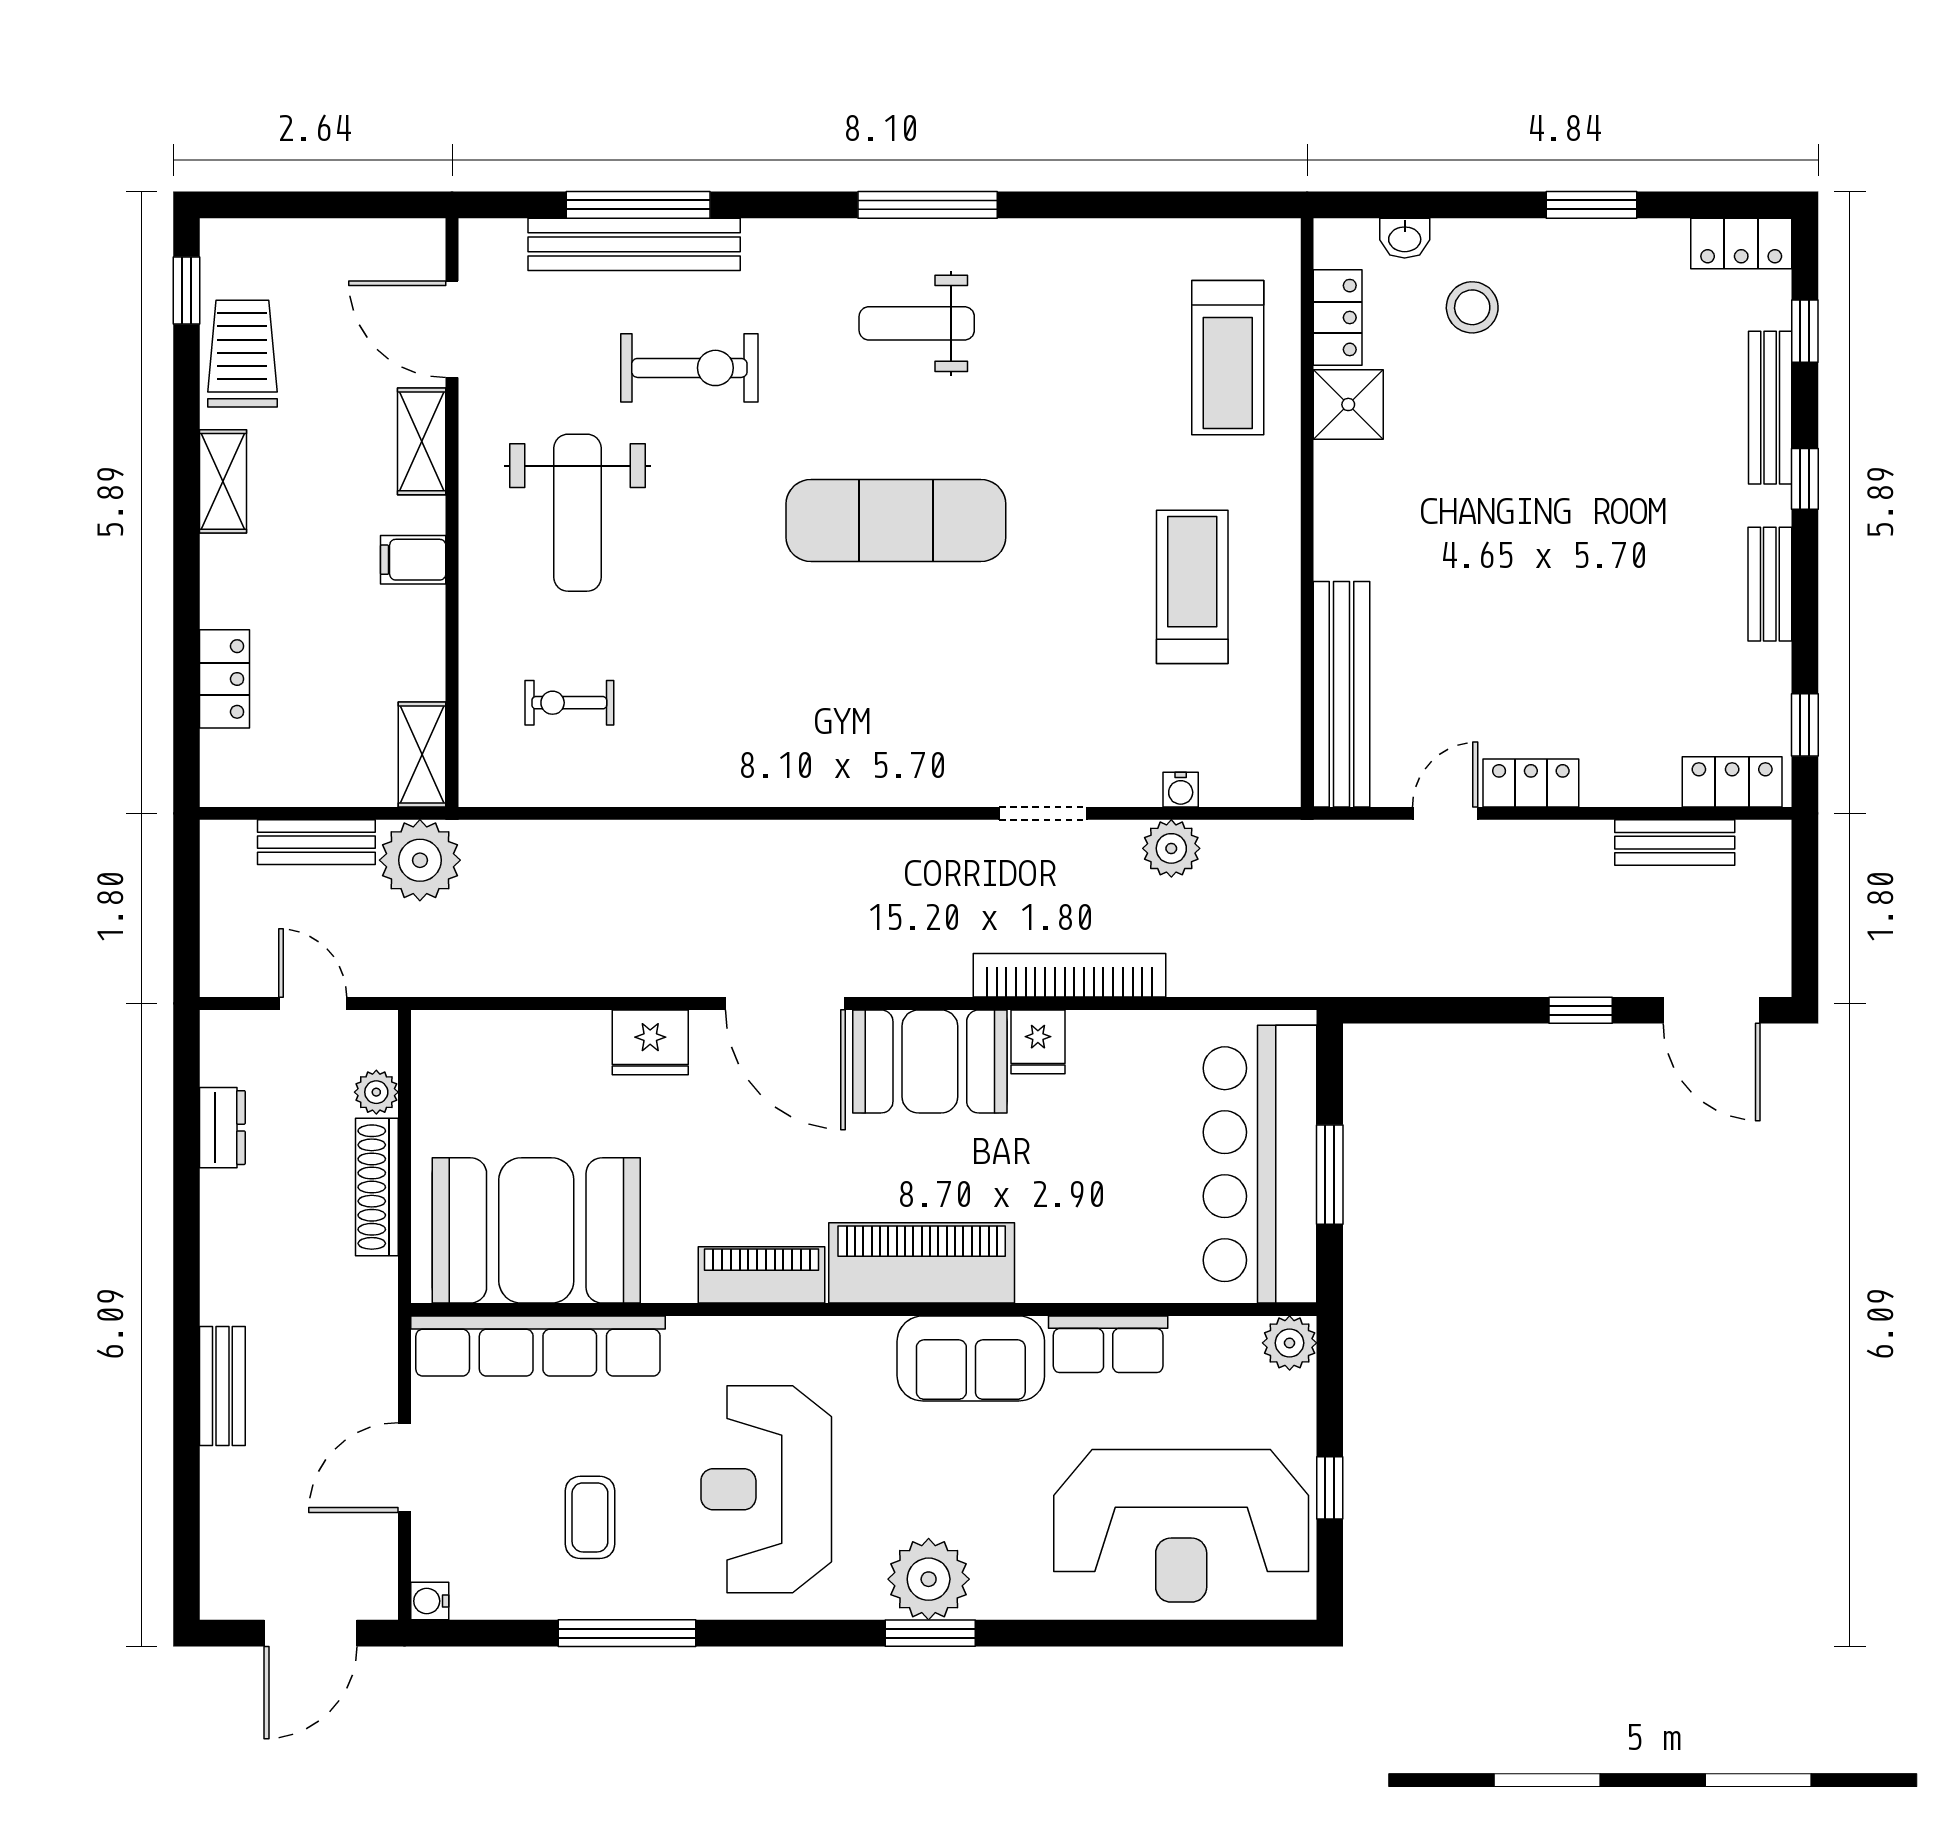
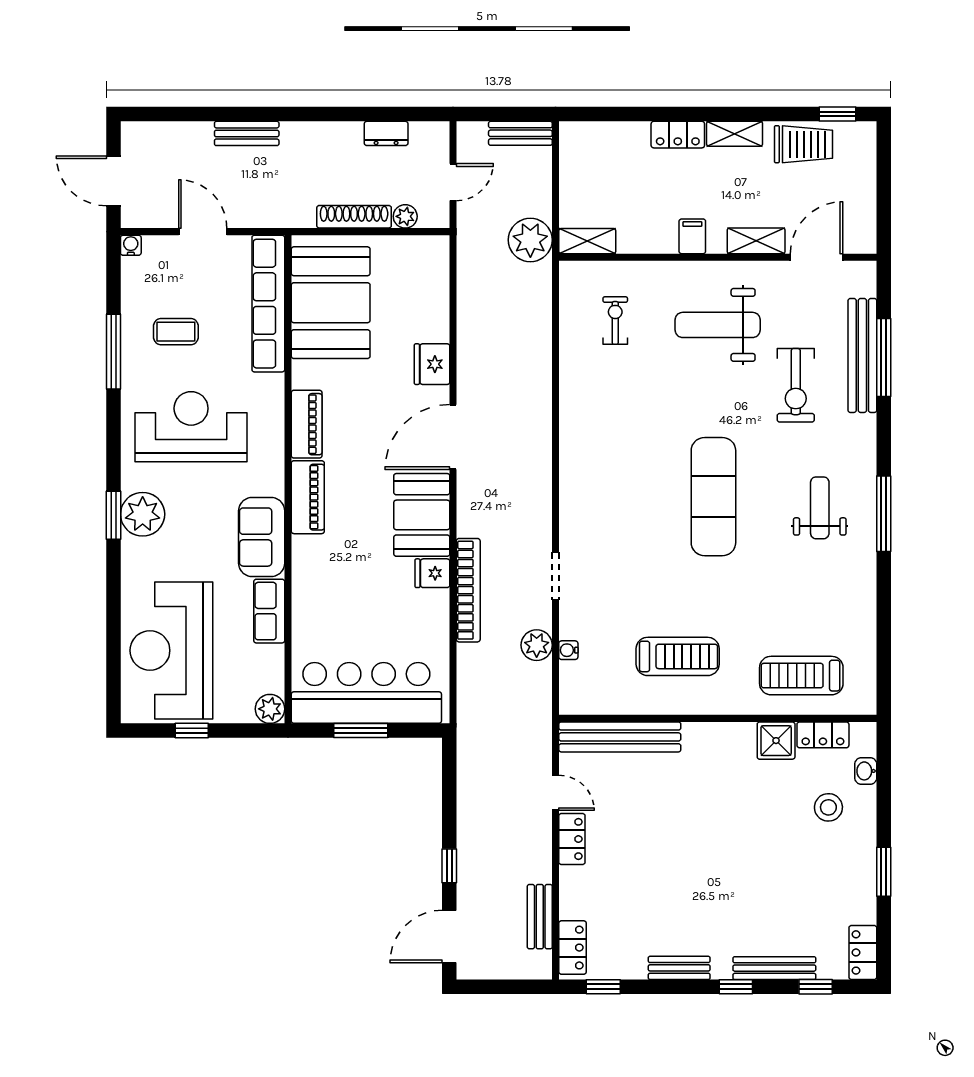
locker: (225, 679) -> (678, 135), moved
bench: (316, 842) -> (520, 133), moved, turned 90
piano: (922, 1263) -> (308, 497), width x0.73, depth x0.75

